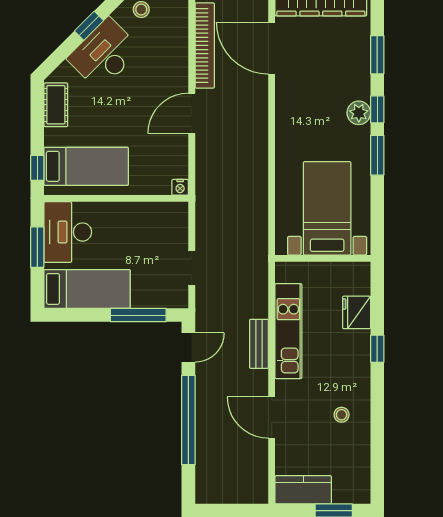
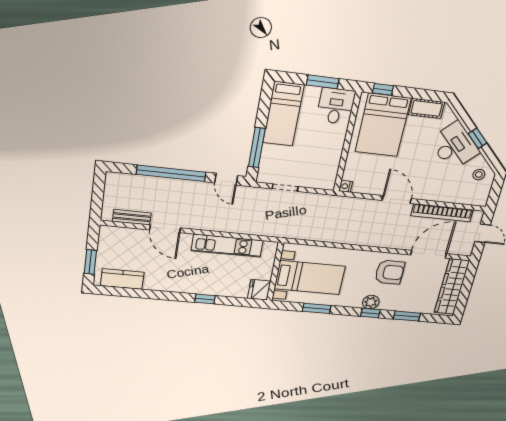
armchair: (306, 97) -> (390, 272), added
window: (377, 155) -> (317, 308), moved
bed: (86, 166) -> (383, 125), width x1.50
desk: (68, 232) -> (336, 106), width x0.73
fridge: (357, 312) -> (259, 290), moved, turned -90
bench: (259, 344) -> (132, 217), moved
stool: (342, 415) -> (161, 273), removed
door: (272, 418) -> (165, 229), swing flipped
kitchen counter: (303, 490) -> (122, 279), moved, turned -90

